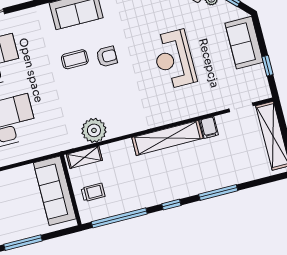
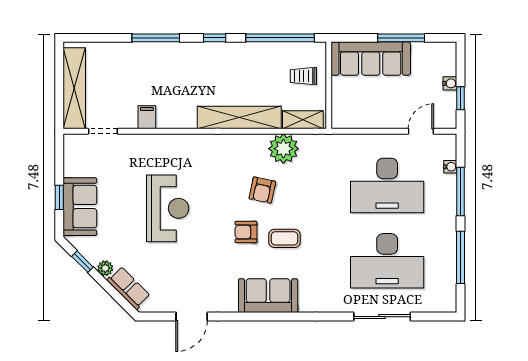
window: (267, 66) -> (59, 197), moved
armchair: (102, 93) -> (262, 190), added
shelving: (167, 138) -> (239, 118), moved
sofa: (55, 191) -> (371, 59), moved, turned 90

